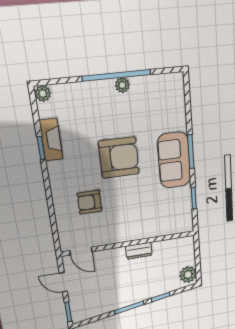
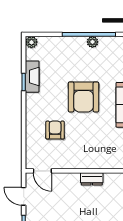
armchair: (119, 158) -> (83, 97), turned 90
armchair: (89, 202) -> (55, 130), turned 90

